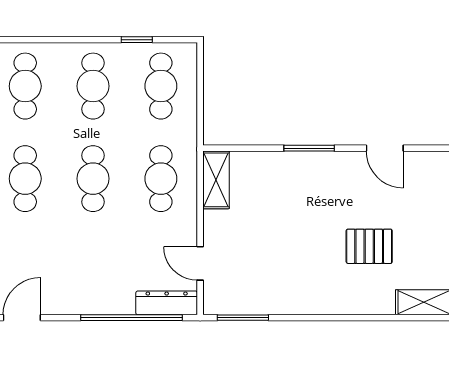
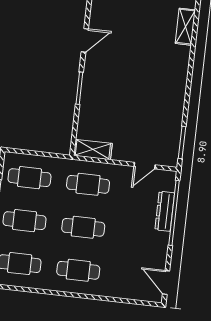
pallet: (369, 246) -> (146, 57), removed
dresser: (167, 303) -> (165, 211), moved

